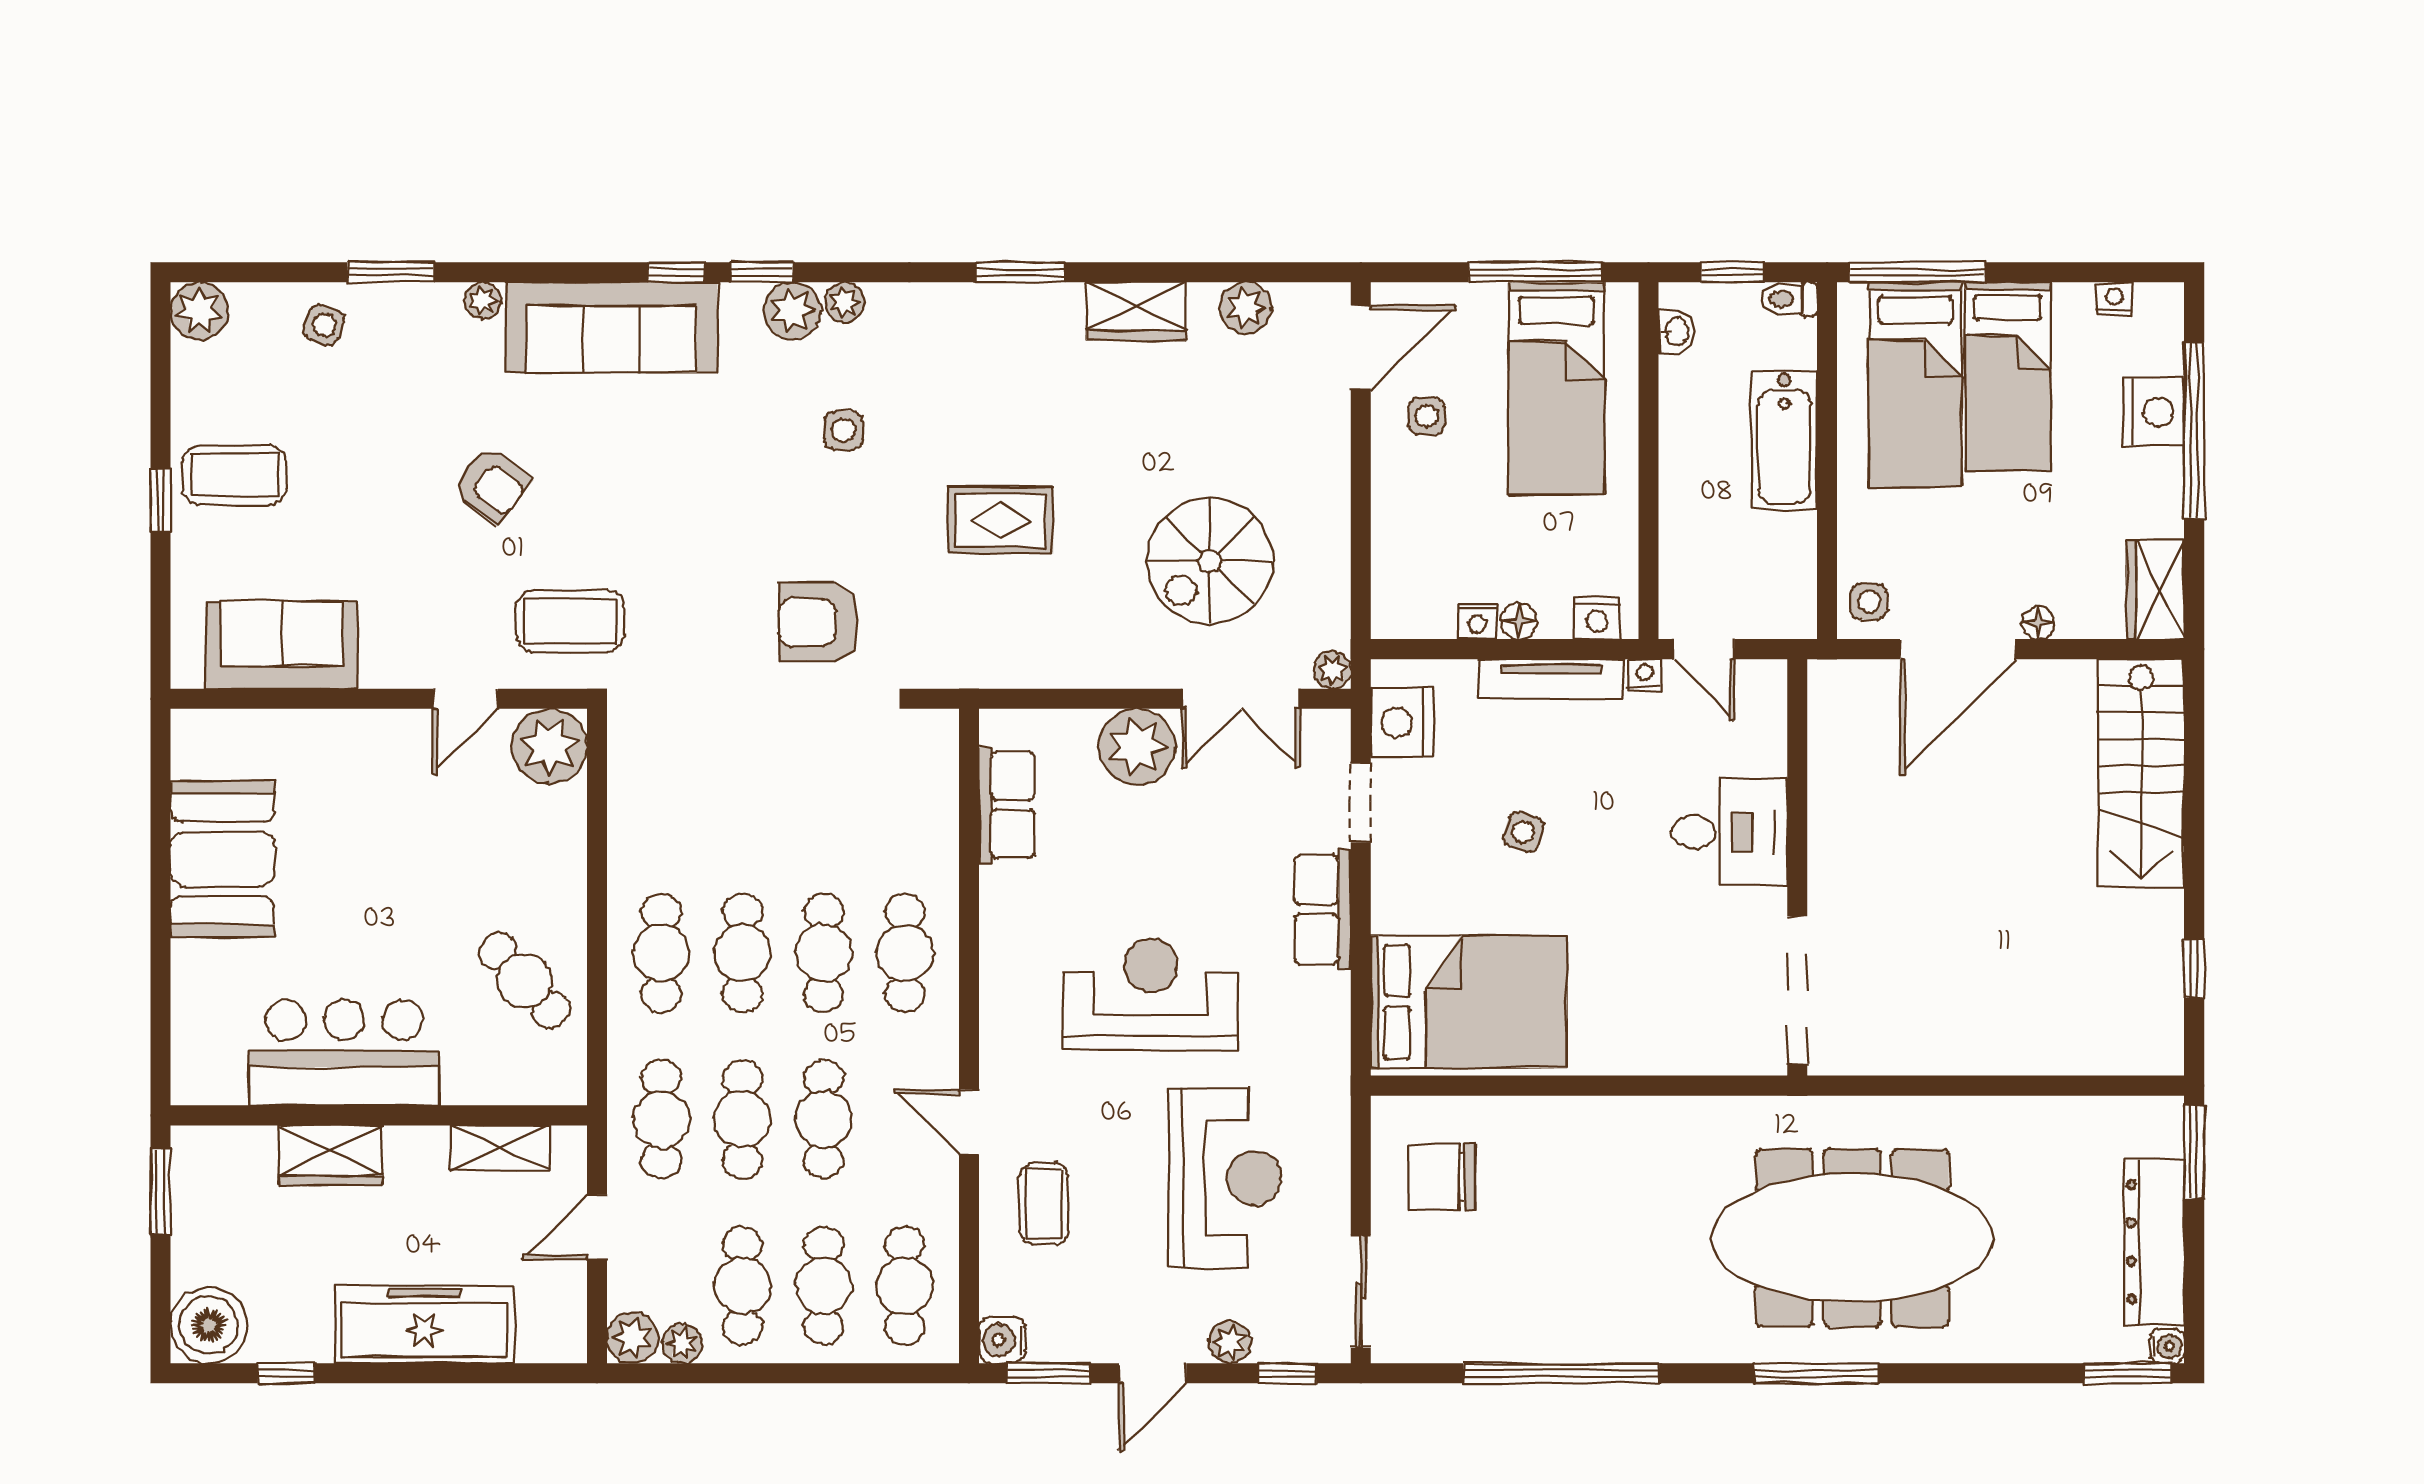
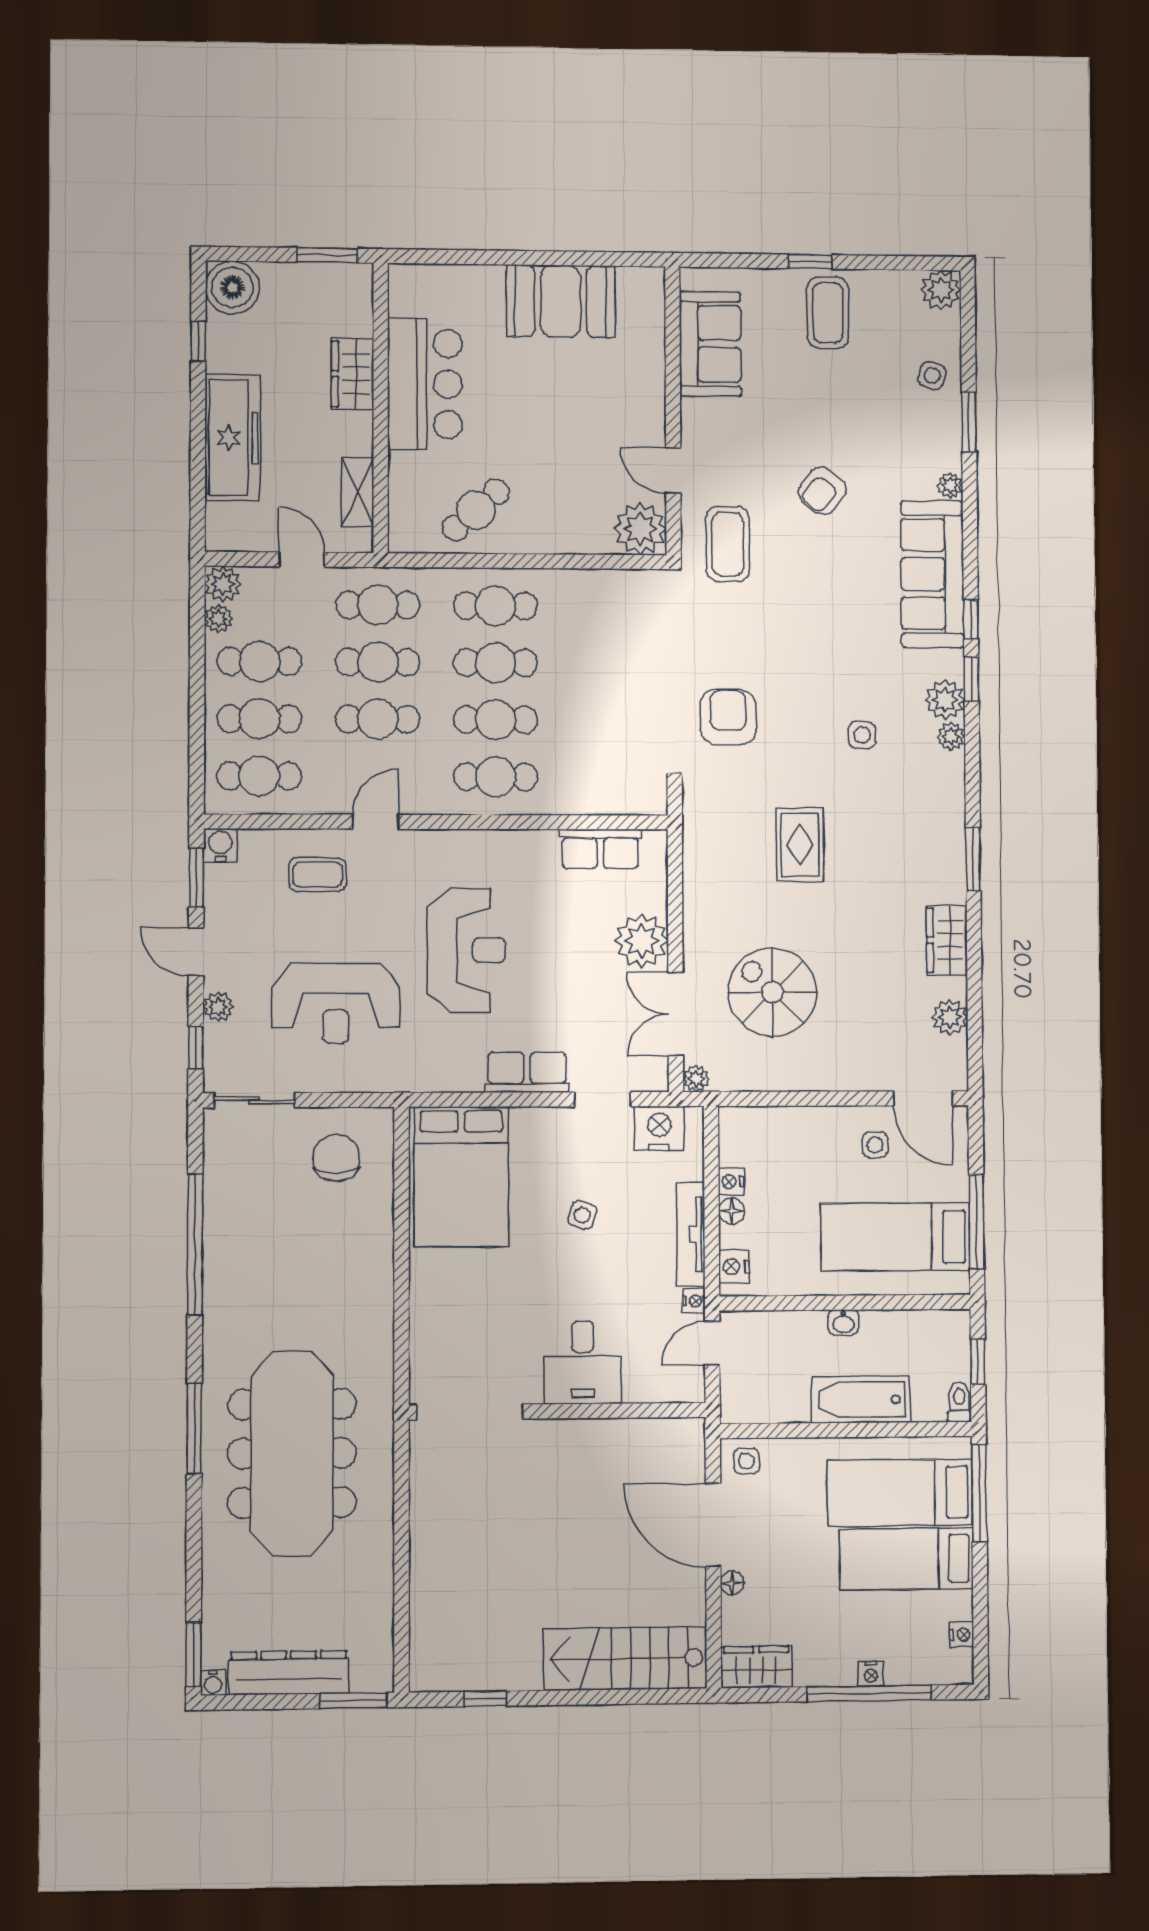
washbasin: (1676, 332) -> (843, 1322), moved
nightstand: (2154, 412) -> (871, 1674), width x0.53, depth x0.56

